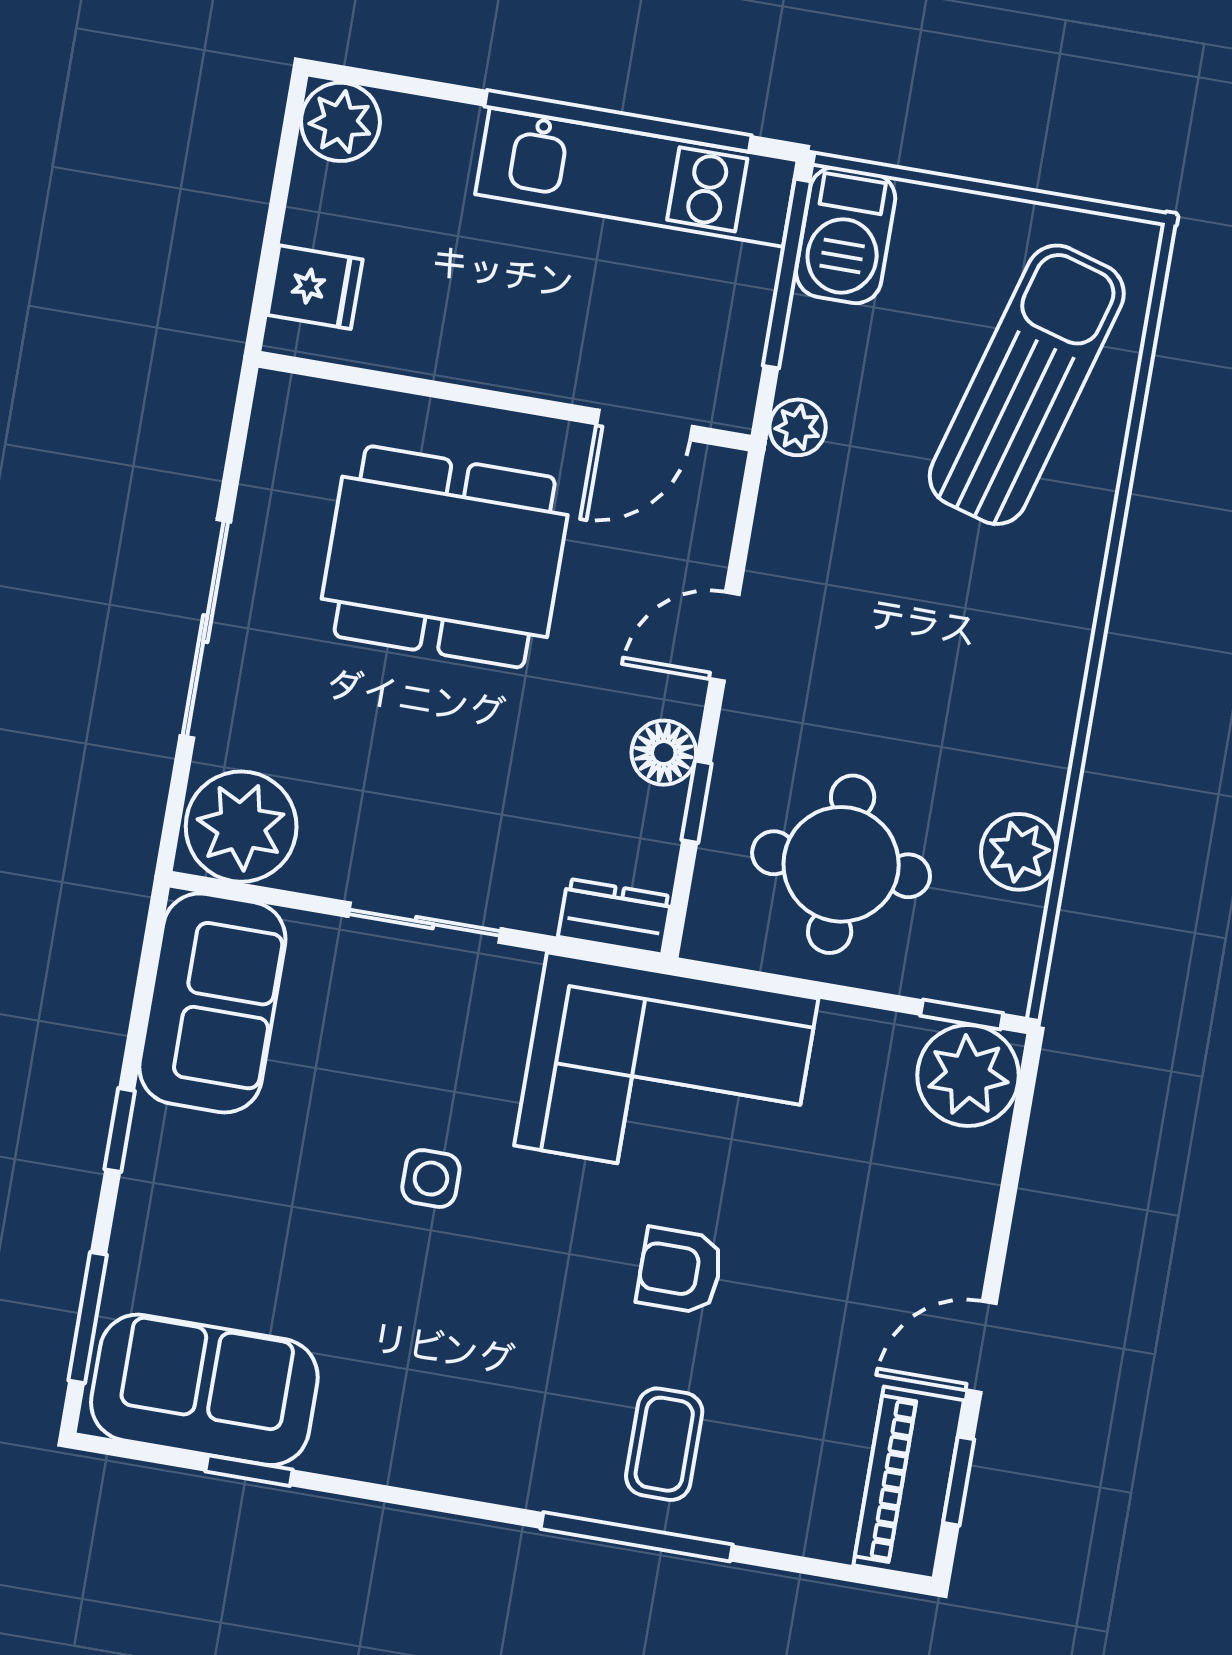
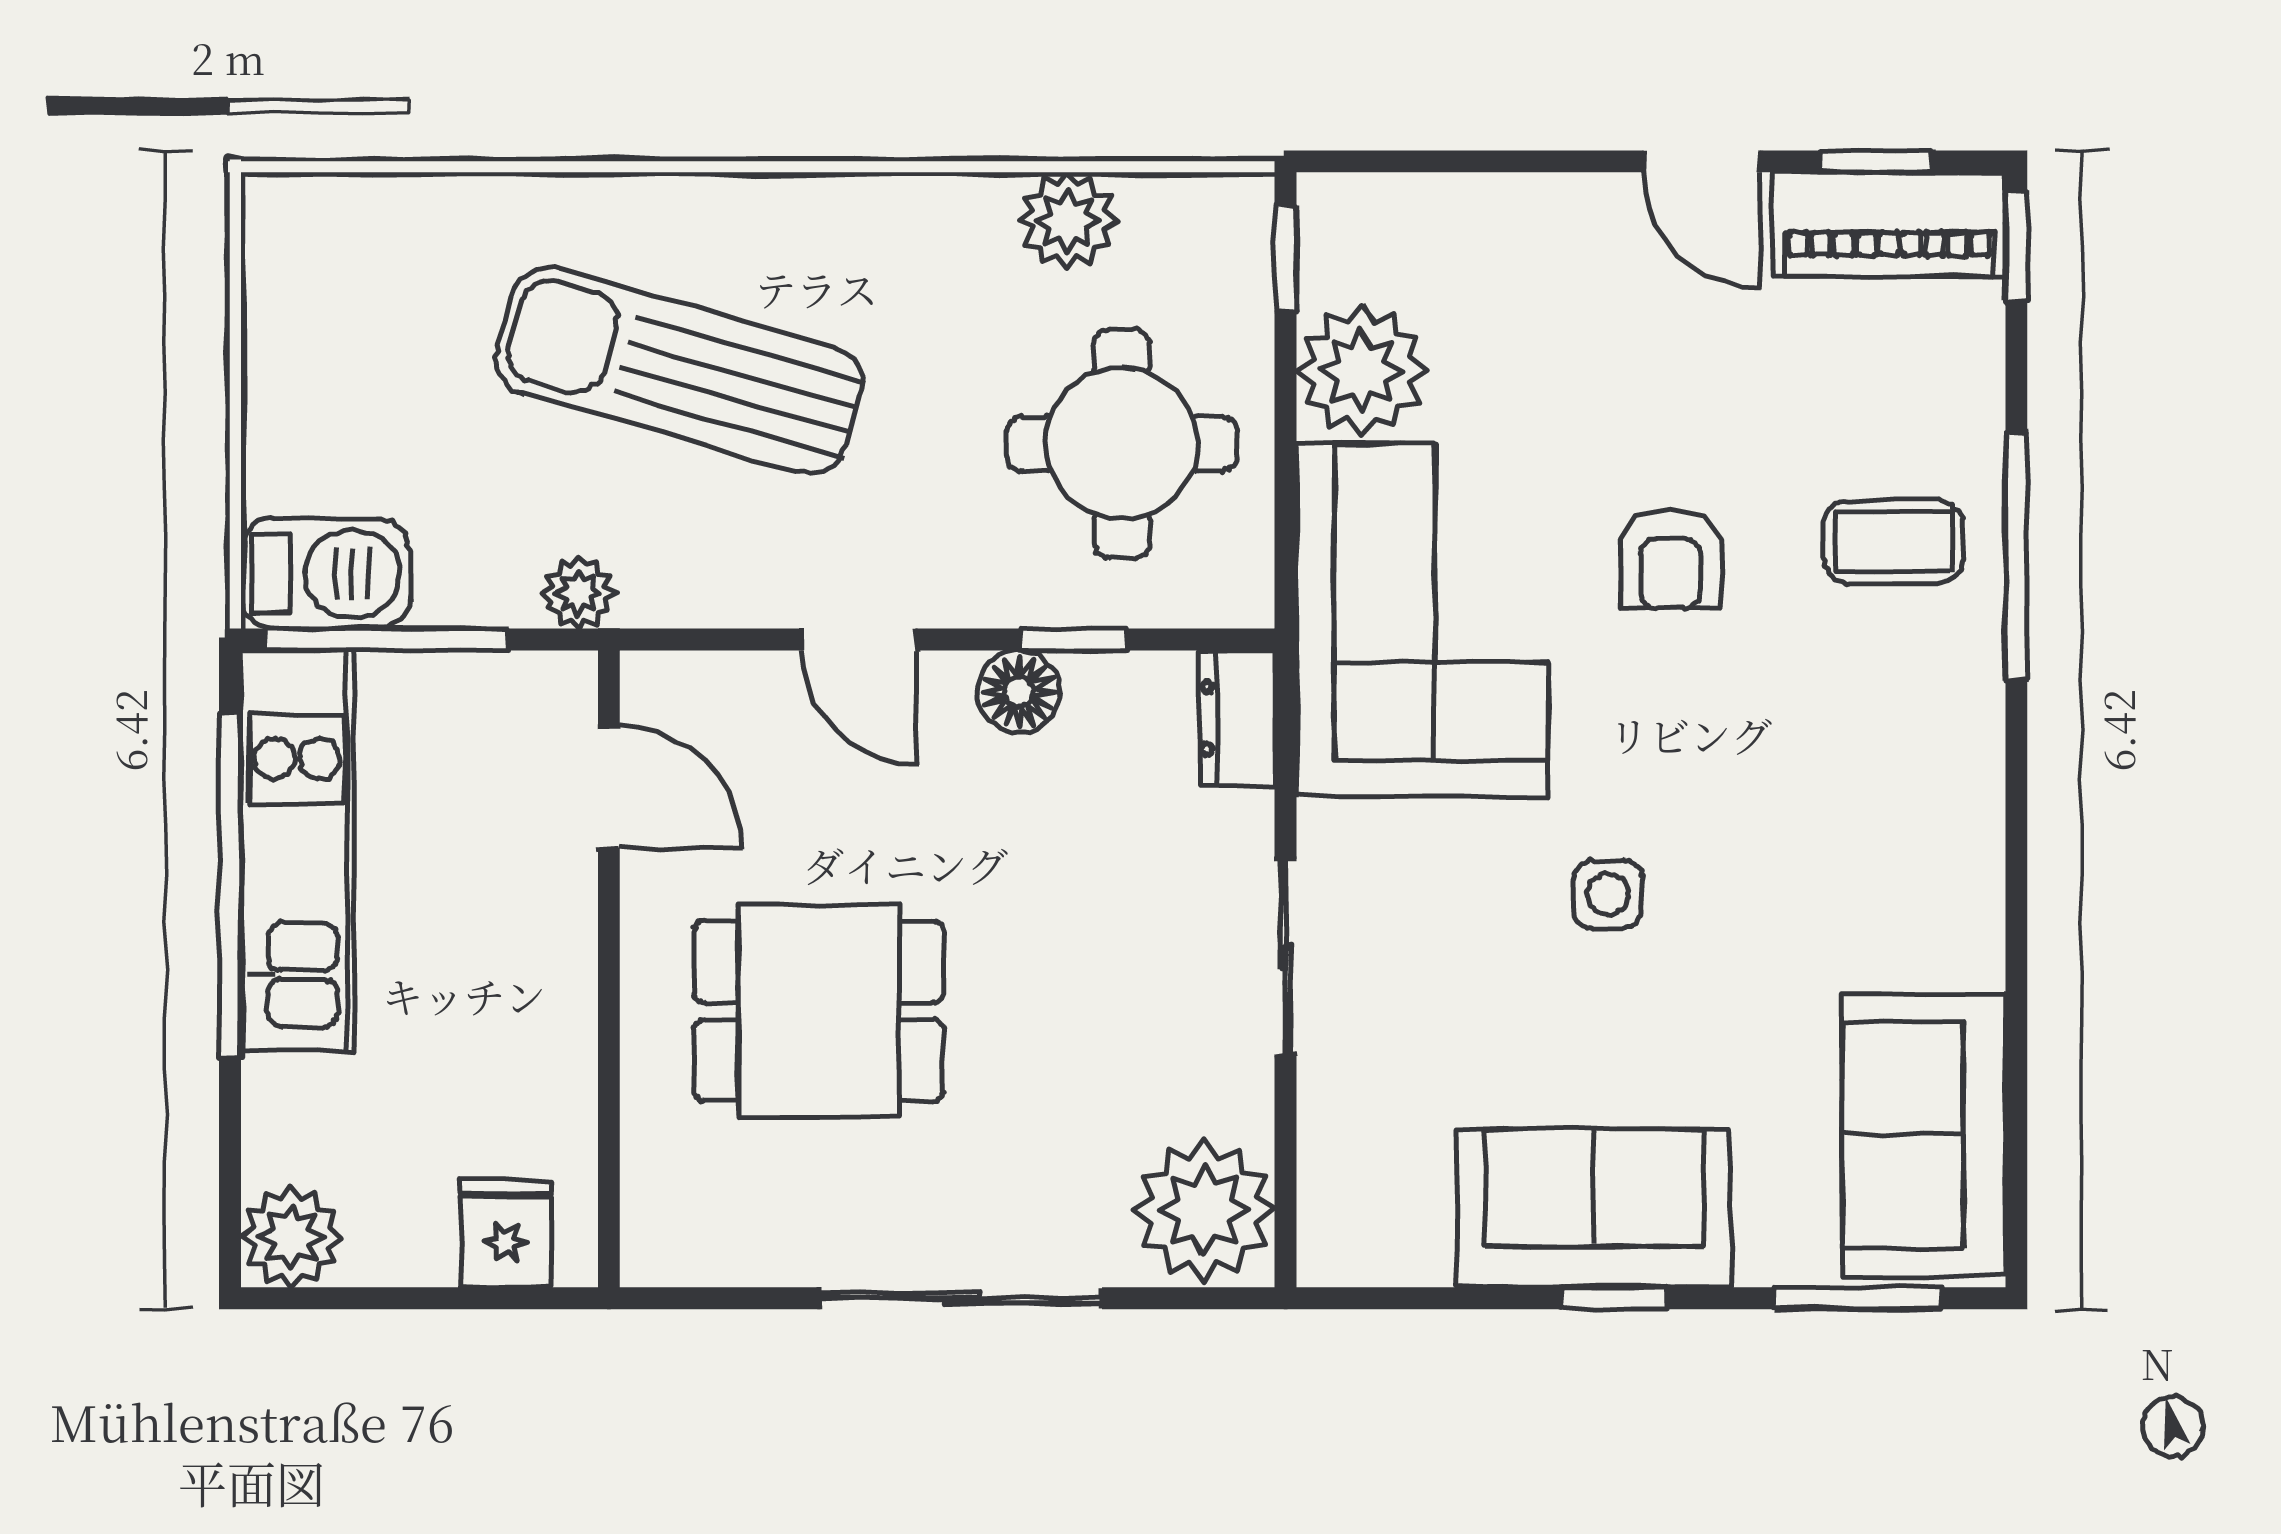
sun lounger: (1027, 385) -> (679, 370), moved
dining table: (445, 557) -> (819, 1011), width x0.73
sofa: (212, 1003) -> (1594, 1208), moved
plant: (968, 1075) -> (1361, 371), moved
window: (249, 1471) -> (2016, 246), moved

